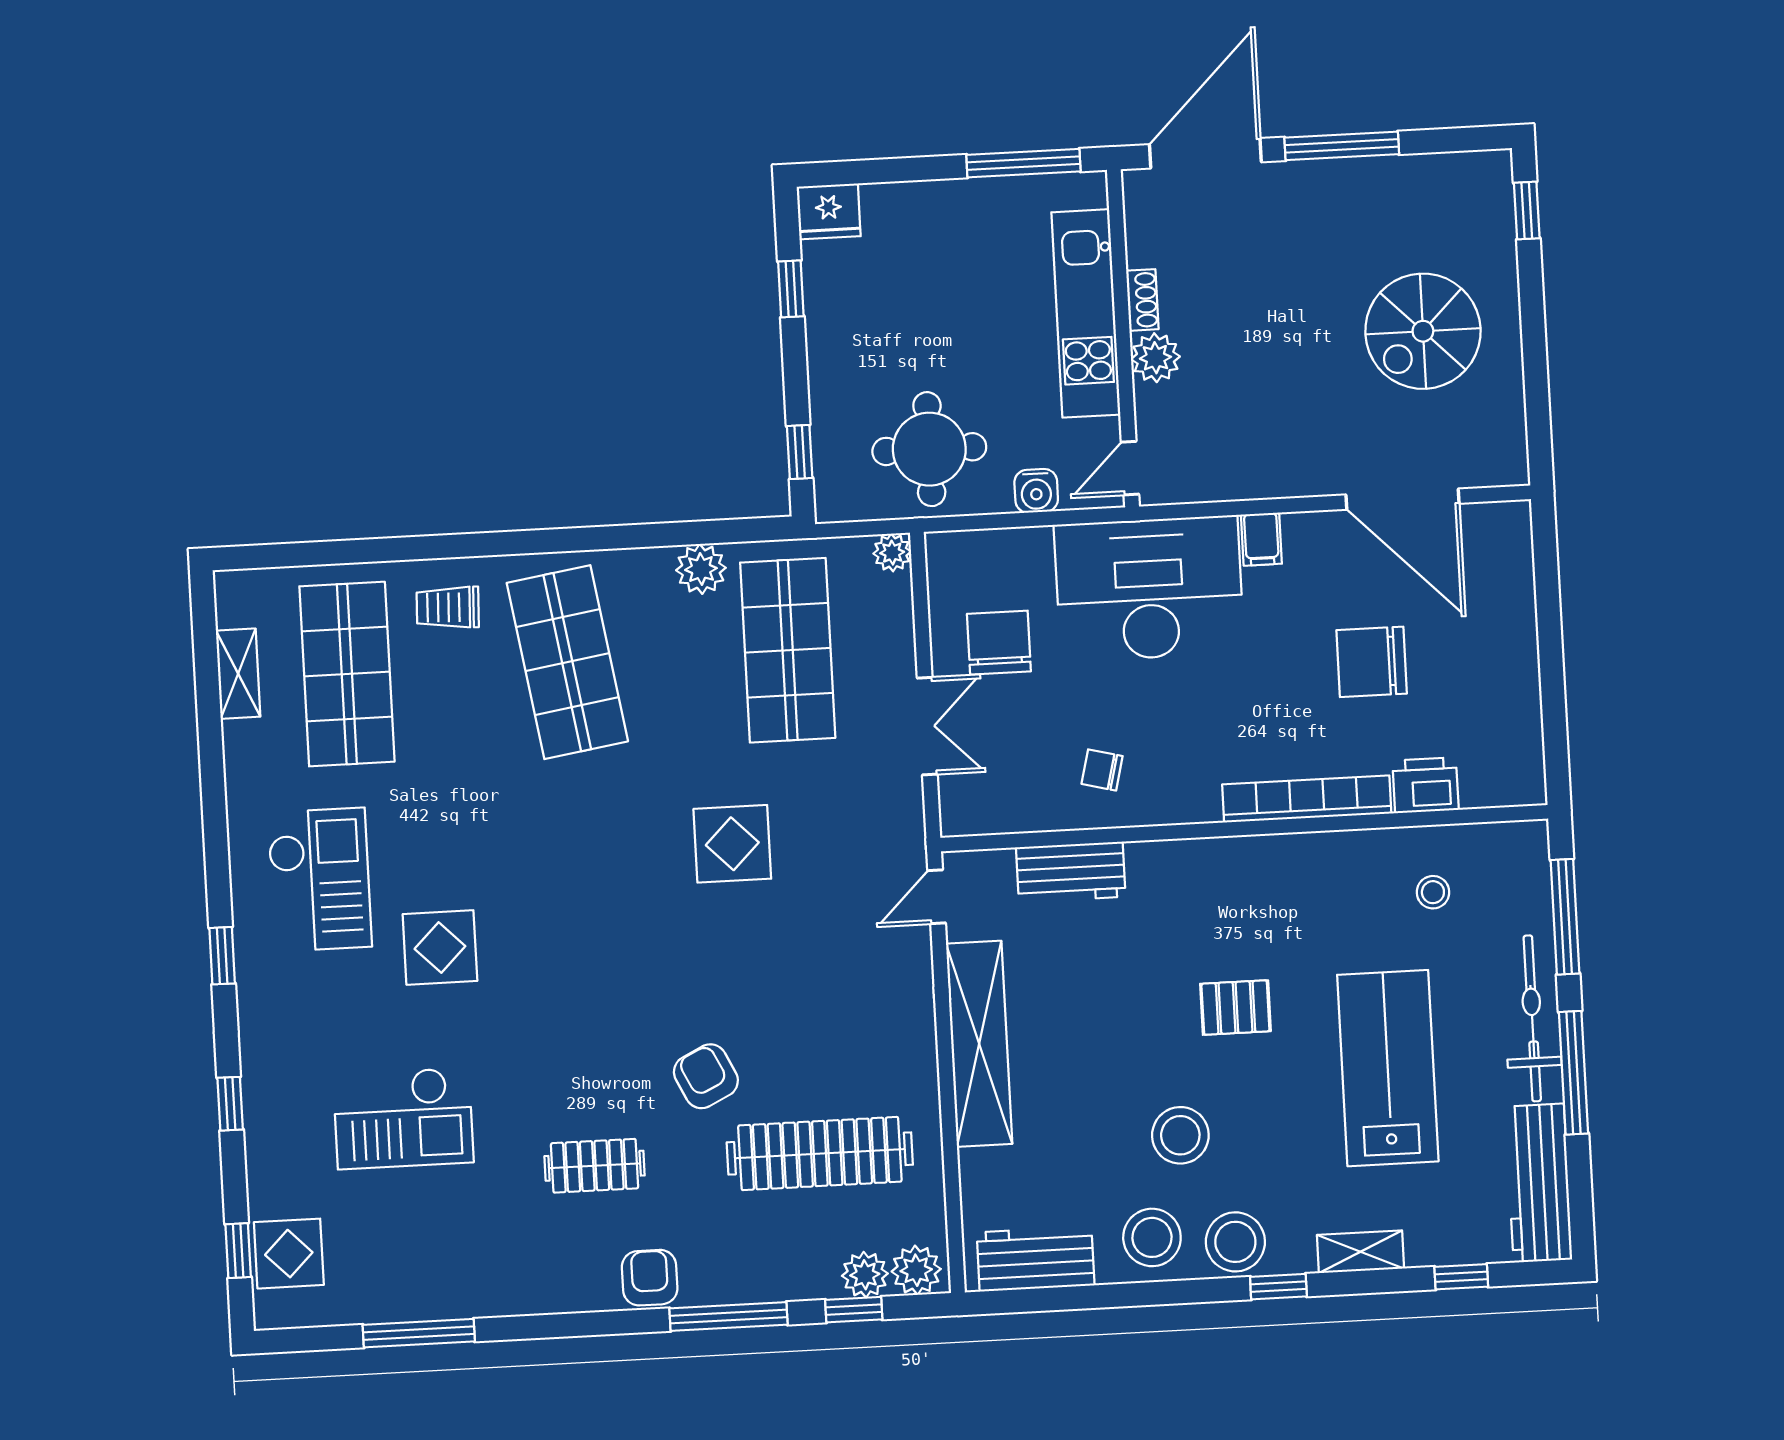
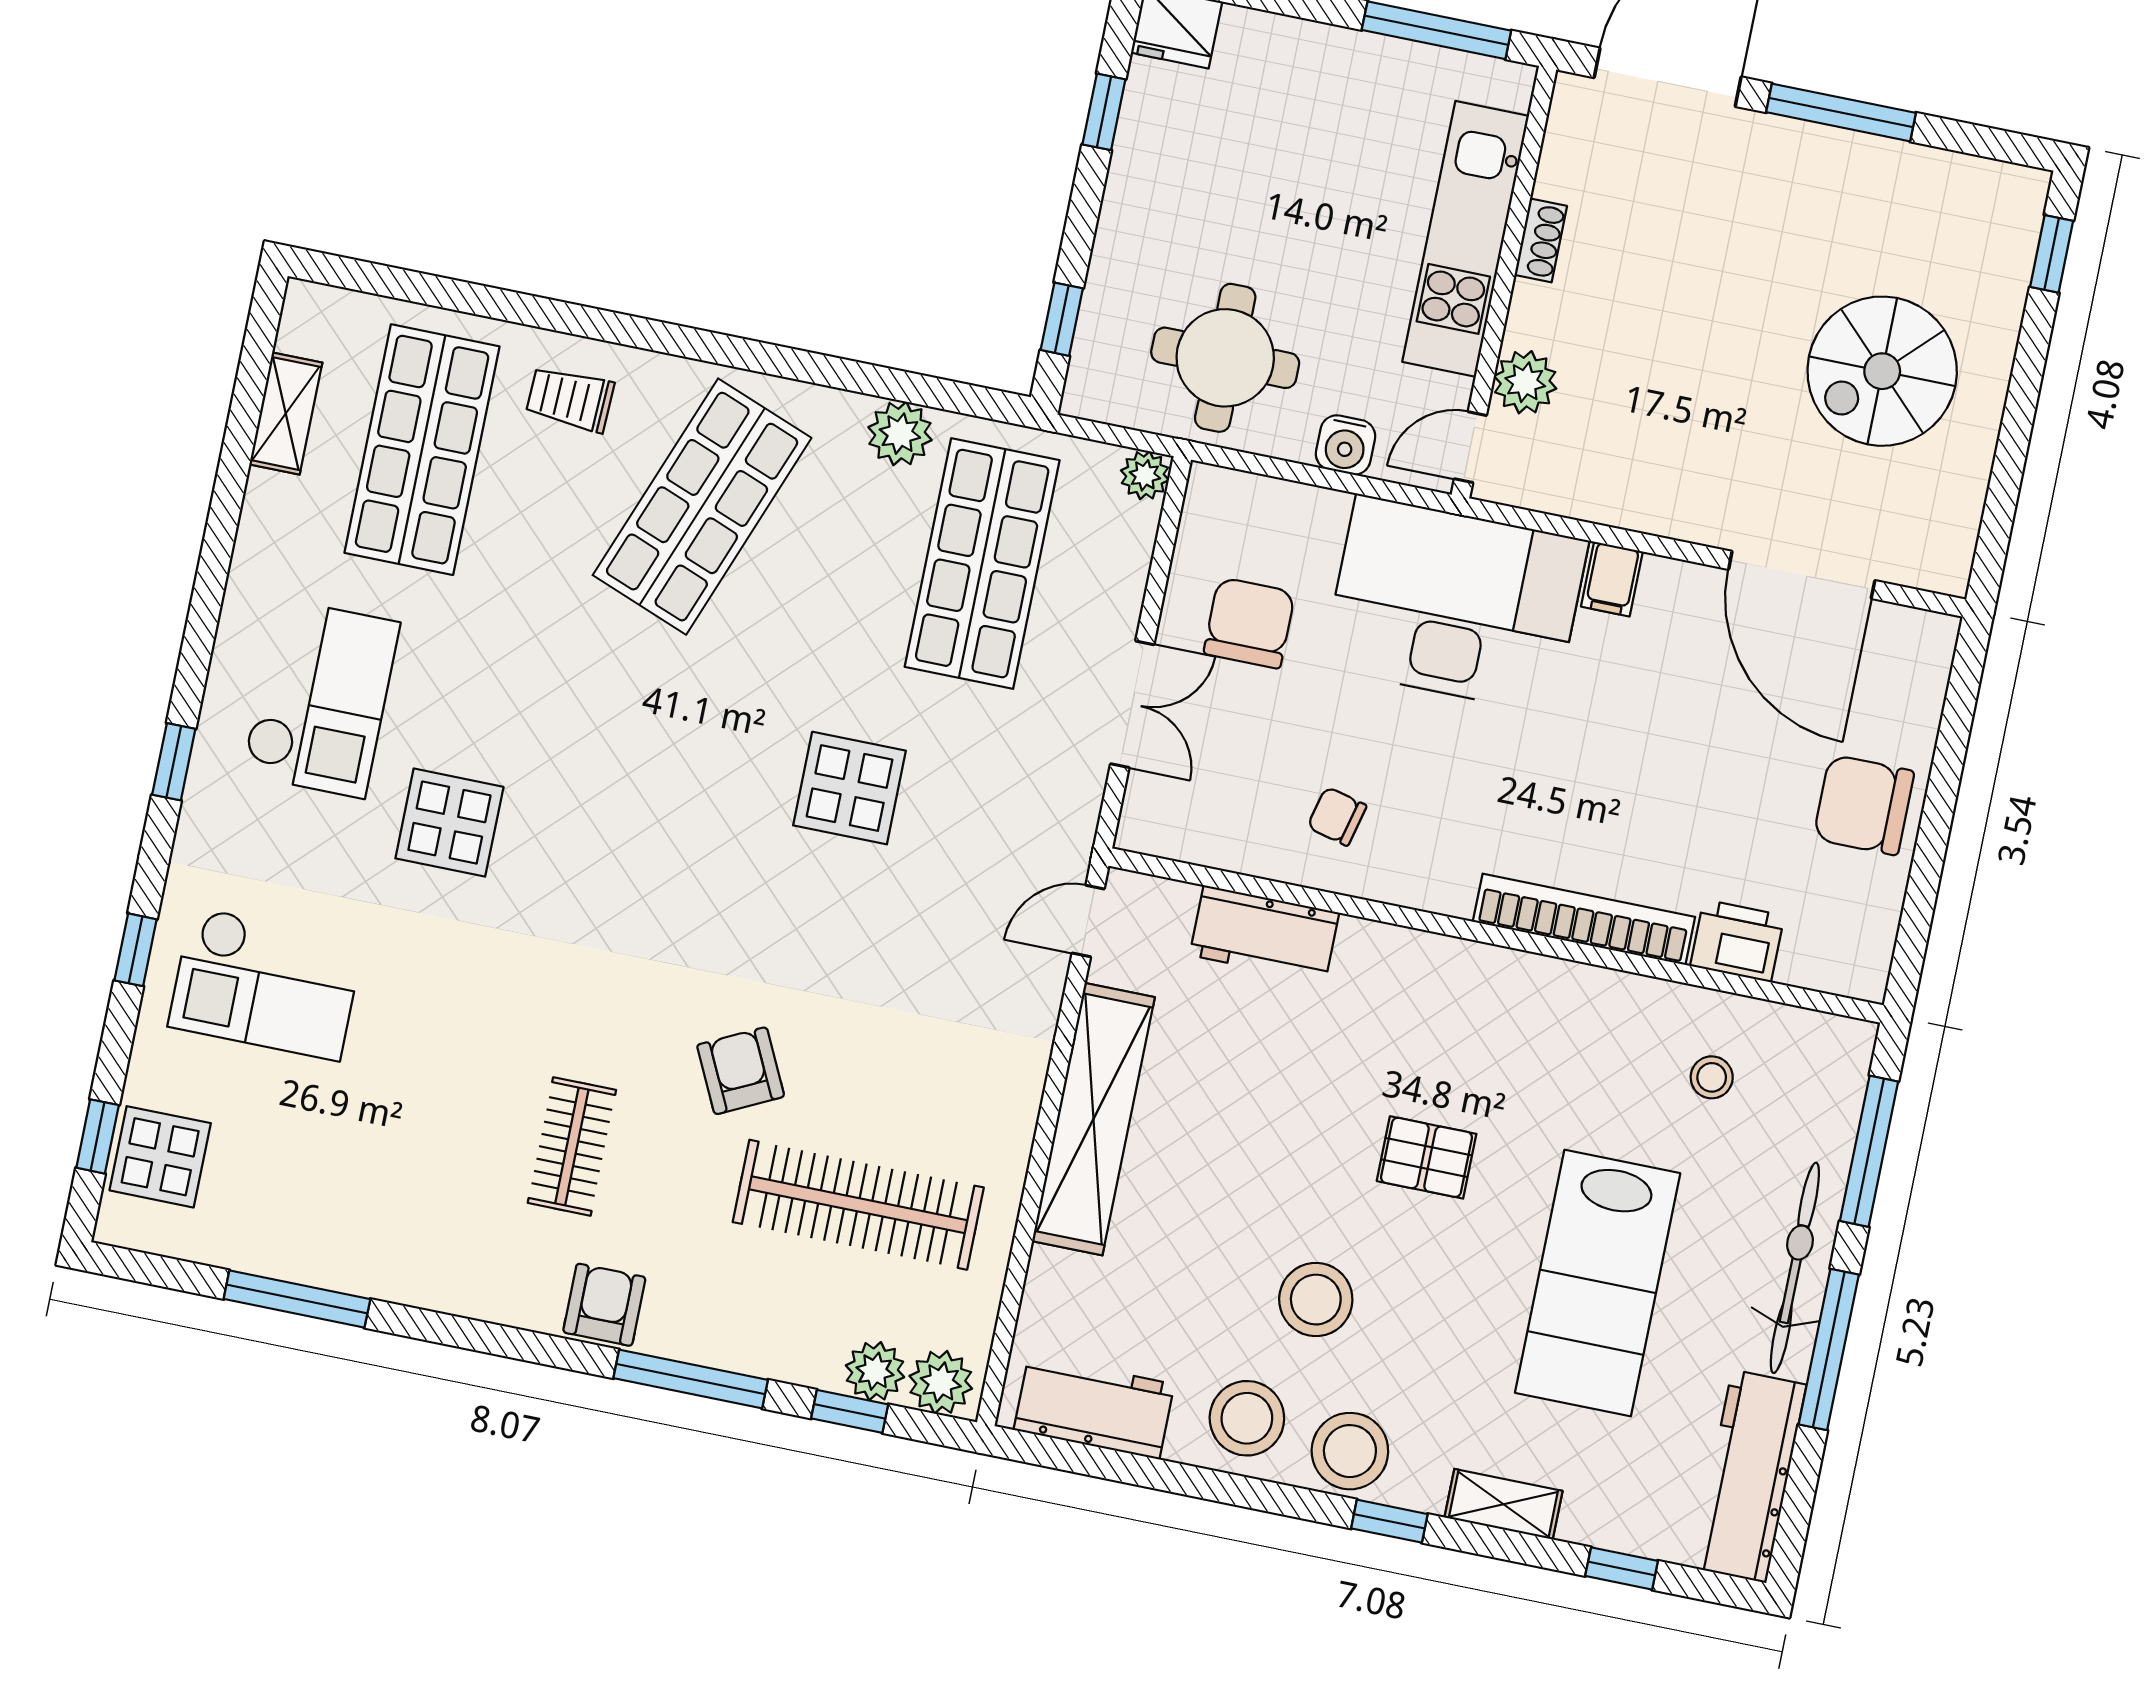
plant: (1155, 358) -> (1525, 382), moved
shop shelf: (567, 662) -> (702, 507), turned 30
chair: (1372, 662) -> (1864, 805), moved
lab bench: (1388, 1068) -> (1598, 1283), turned 180
checkout: (403, 1118) -> (266, 984), moved
clothes rail: (595, 1166) -> (572, 1146), turned 90

